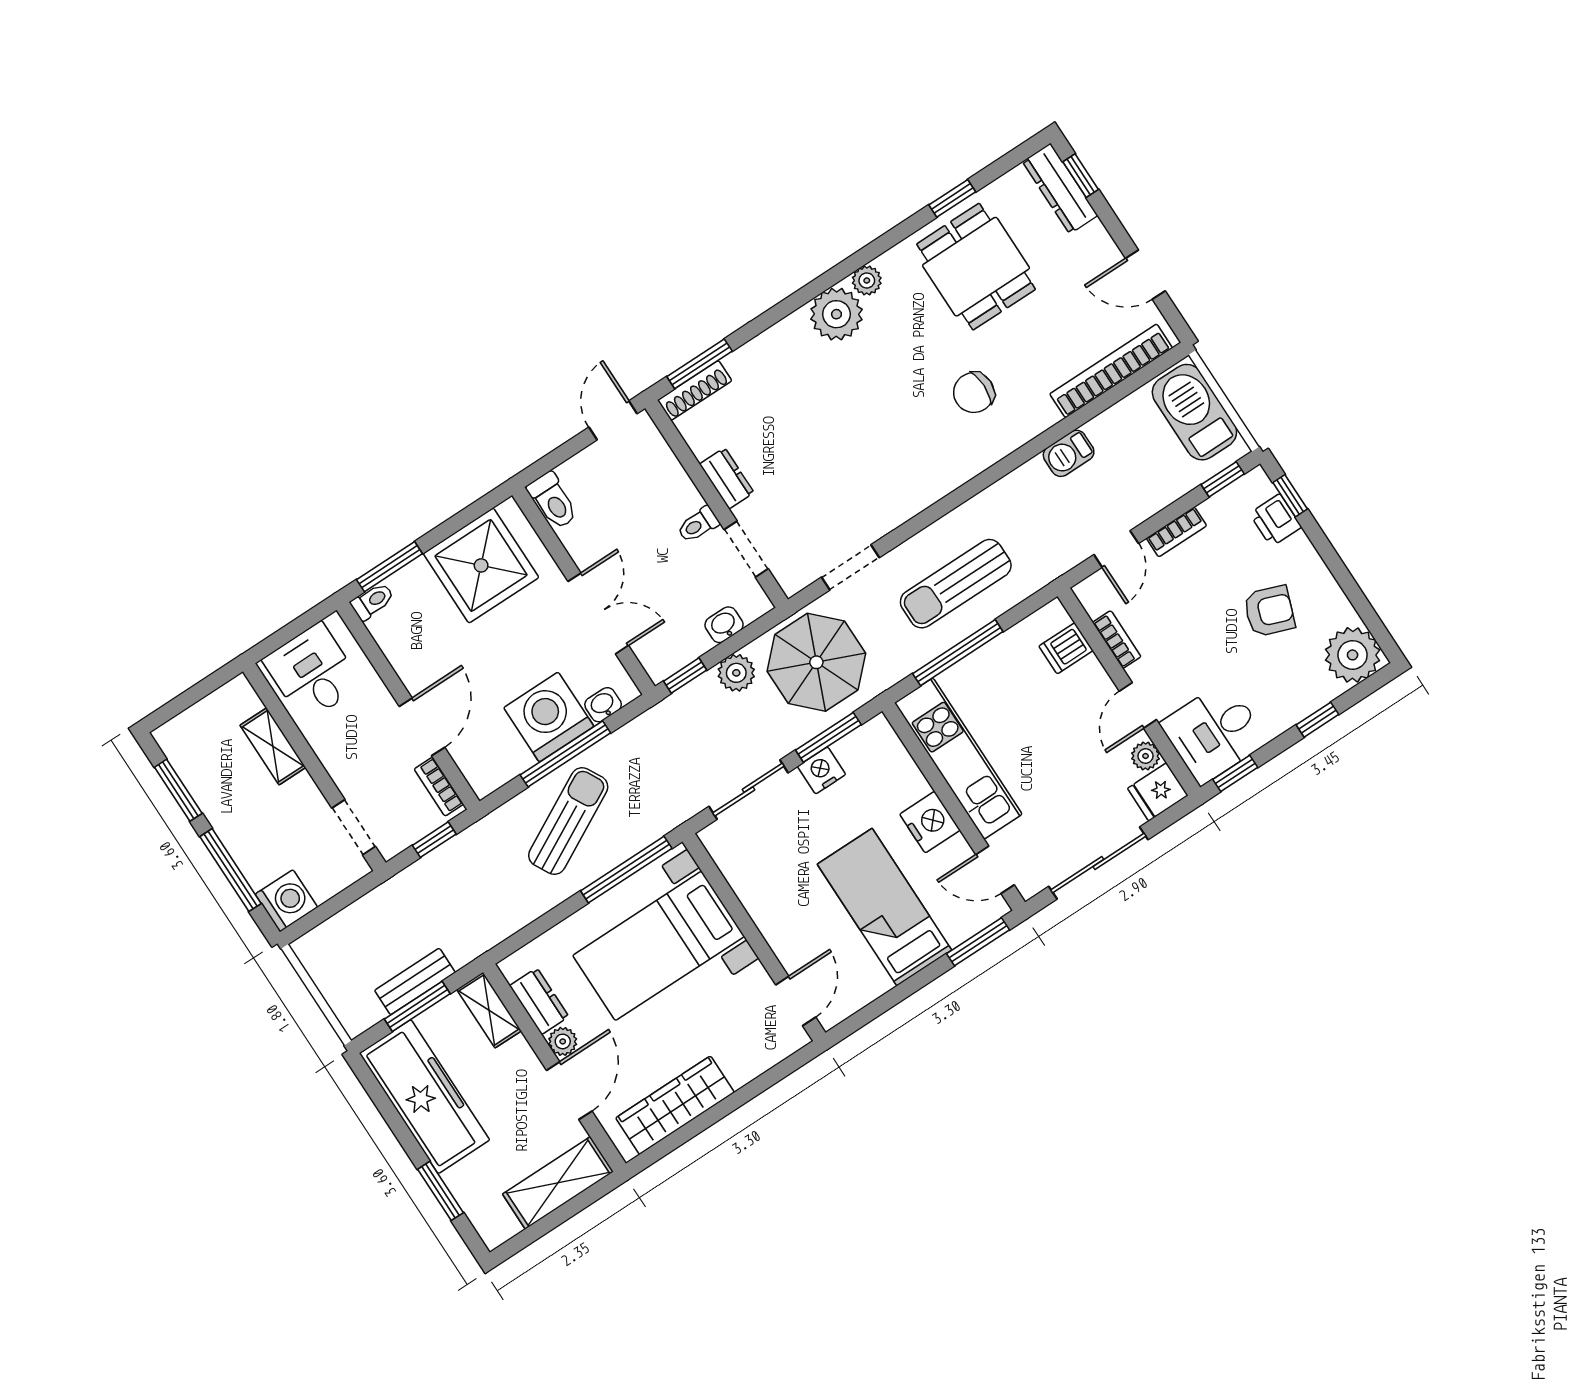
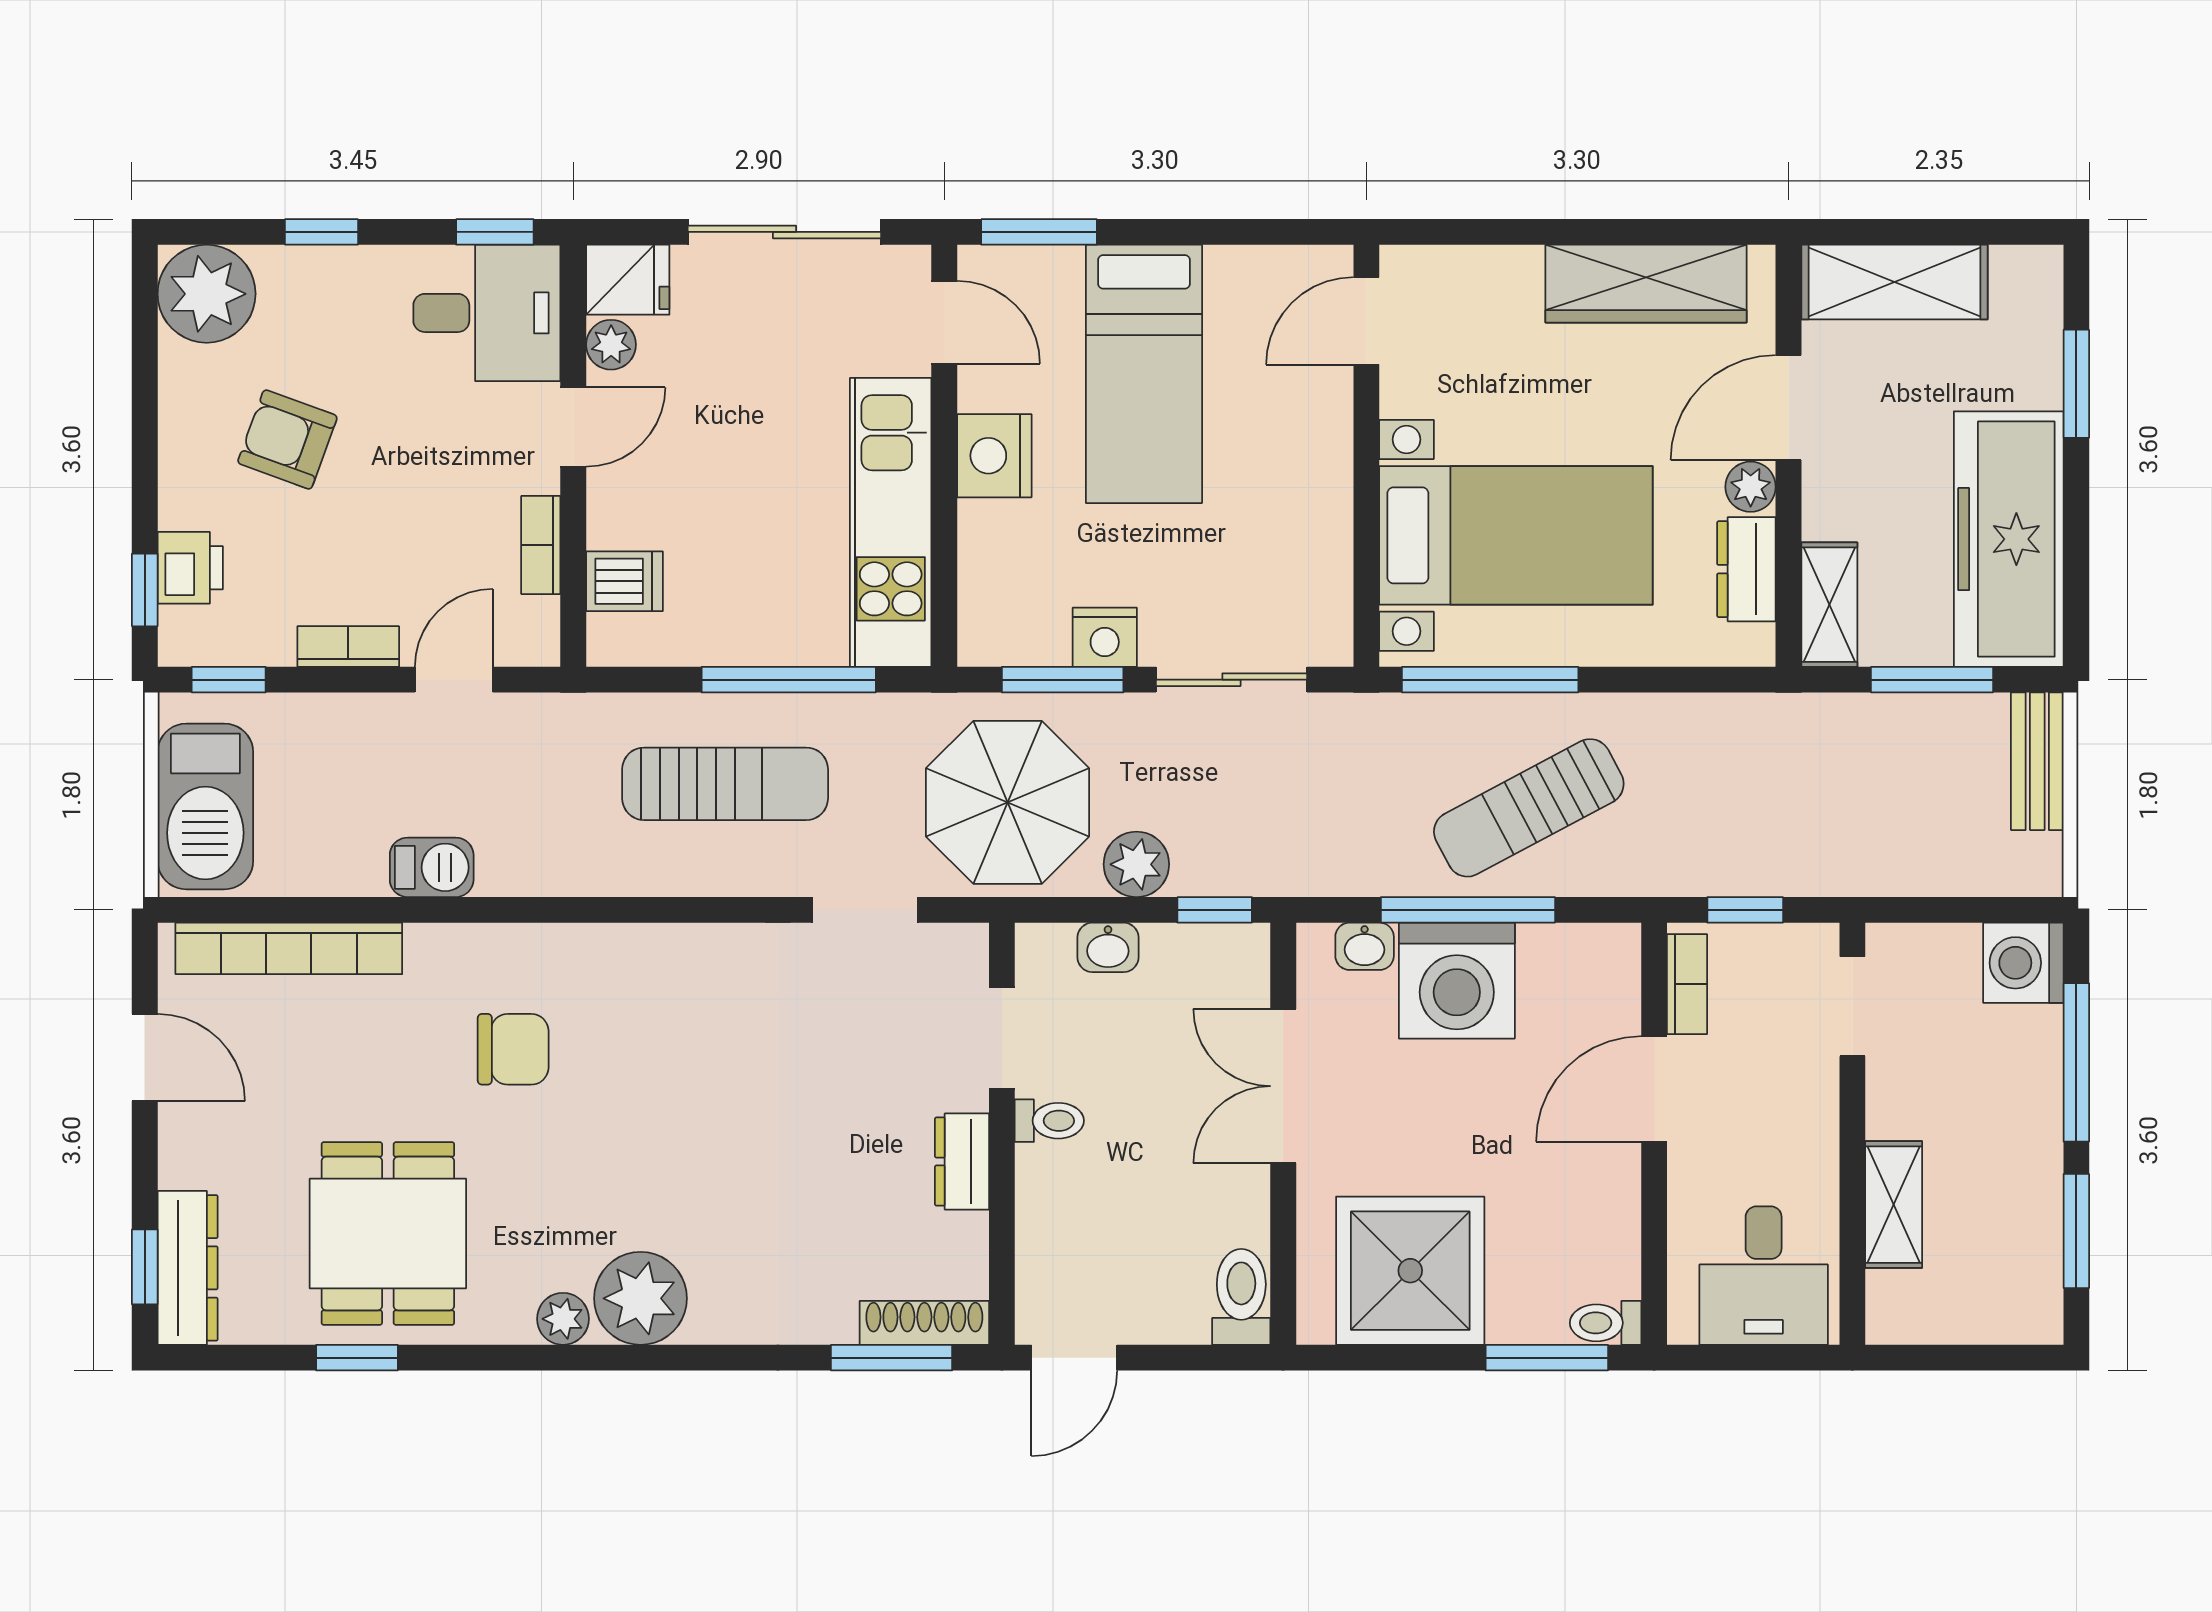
bench: (415, 981) -> (2037, 761), moved, turned 90

